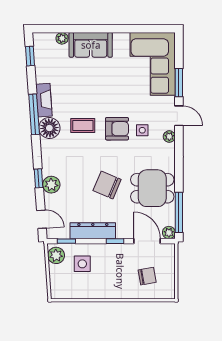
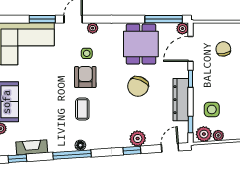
fireplace: (44, 100) -> (32, 147), moved
floor lamp: (49, 128) -> (80, 145), width x0.53, depth x0.53
plant: (55, 271) -> (218, 135), added

